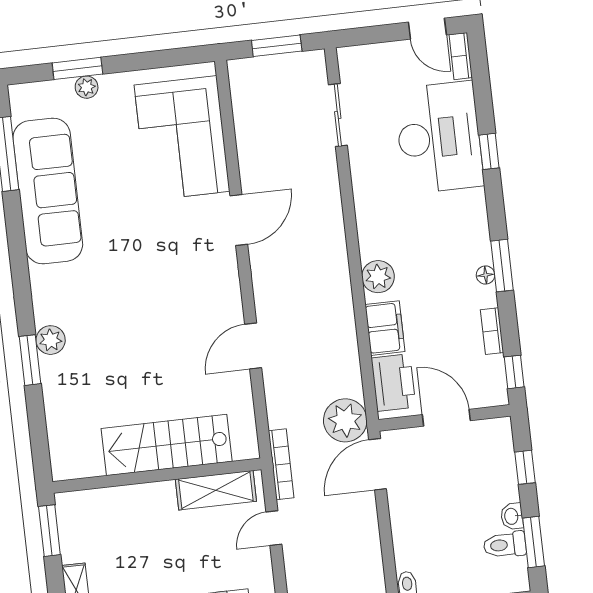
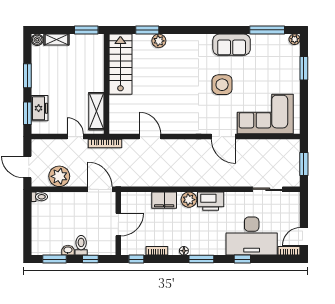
plant: (87, 87) -> (295, 39), moved
sofa: (48, 191) -> (232, 45), width x0.54, depth x0.79
side table: (131, 235) -> (222, 85), added
window: (502, 266) -> (201, 259), moved
plant: (51, 340) -> (159, 41), moved
door: (253, 346) -> (150, 137), moved
window: (30, 360) -> (147, 30), moved
printer: (393, 383) -> (211, 201), moved
plant: (345, 420) -> (59, 176), moved
stairs: (167, 445) -> (120, 64), moved
toilet: (505, 545) -> (81, 245), moved

